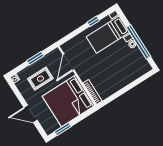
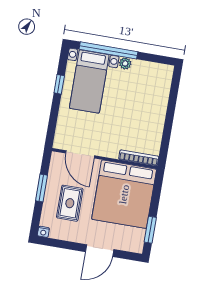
window: (139, 42) -> (108, 50), moved

